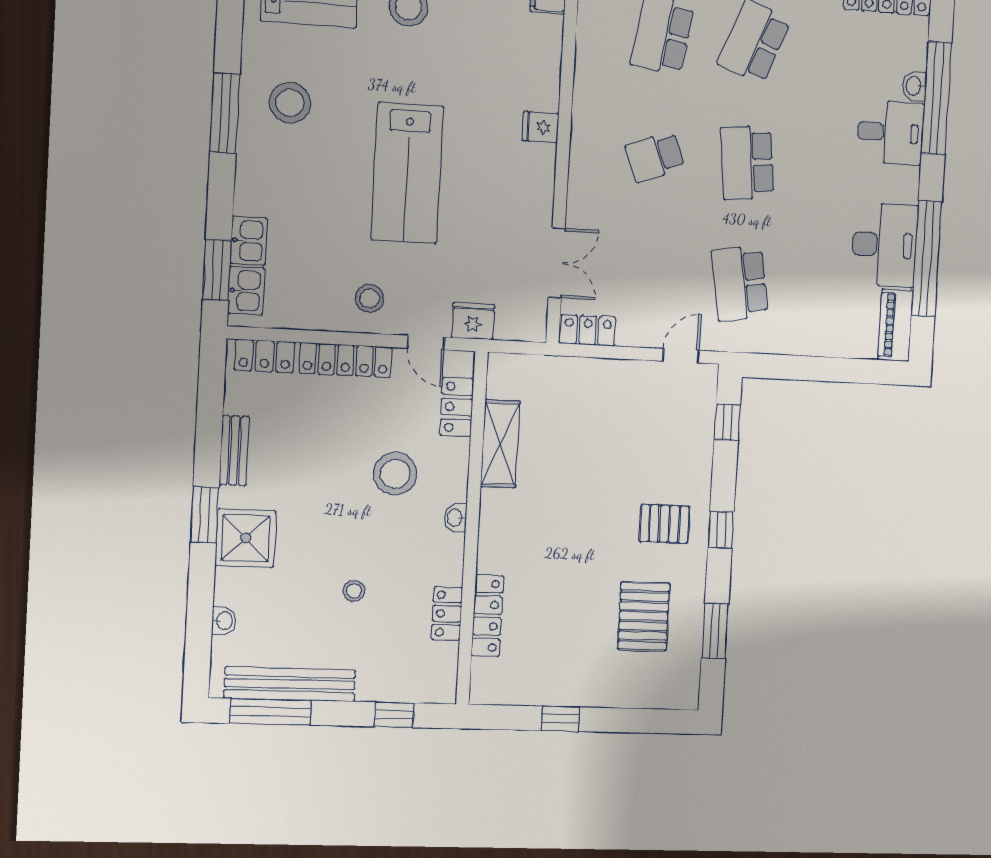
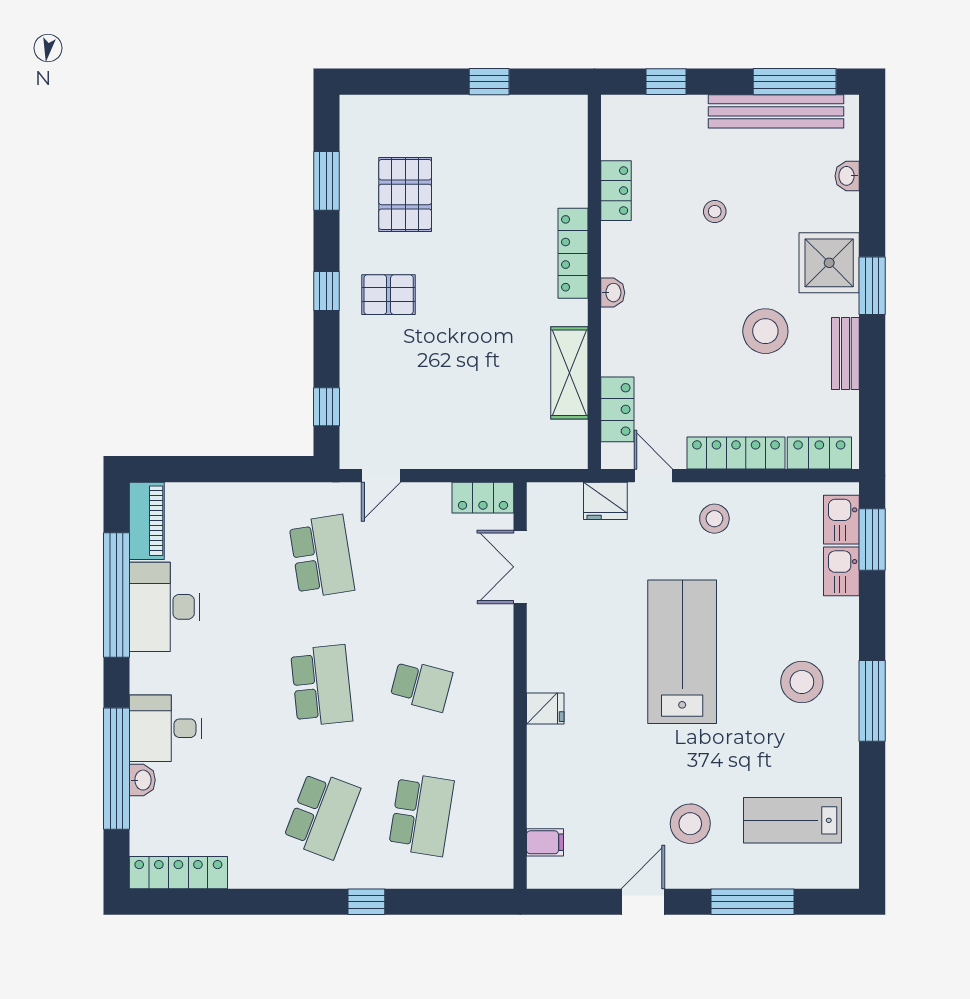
stool: (290, 103) -> (802, 682), moved
school desk: (655, 157) -> (421, 685), turned 36
stool: (395, 474) -> (765, 331), moved
locker: (487, 616) -> (573, 253), moved

